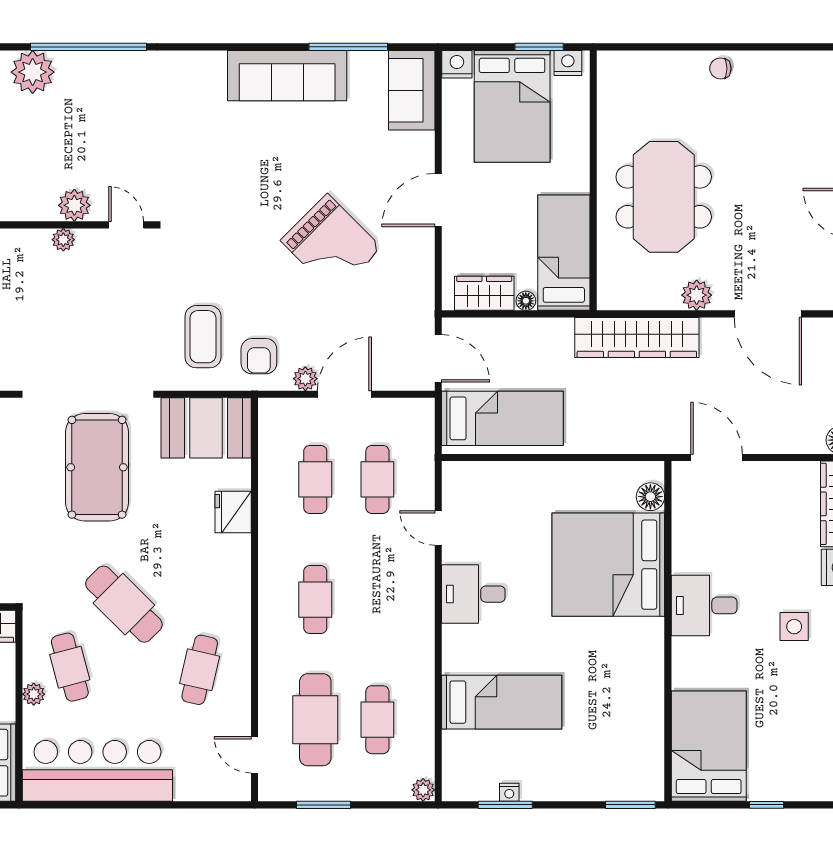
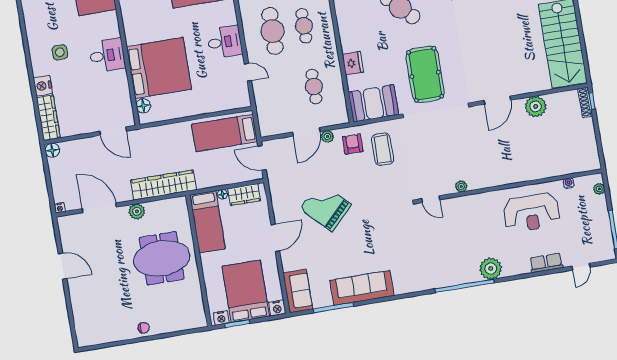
meeting table: (664, 197) -> (162, 258), turned 90
plant: (74, 205) -> (459, 205), removed
cafe table: (377, 479) -> (273, 31), moved, width x1.37, depth x1.35

